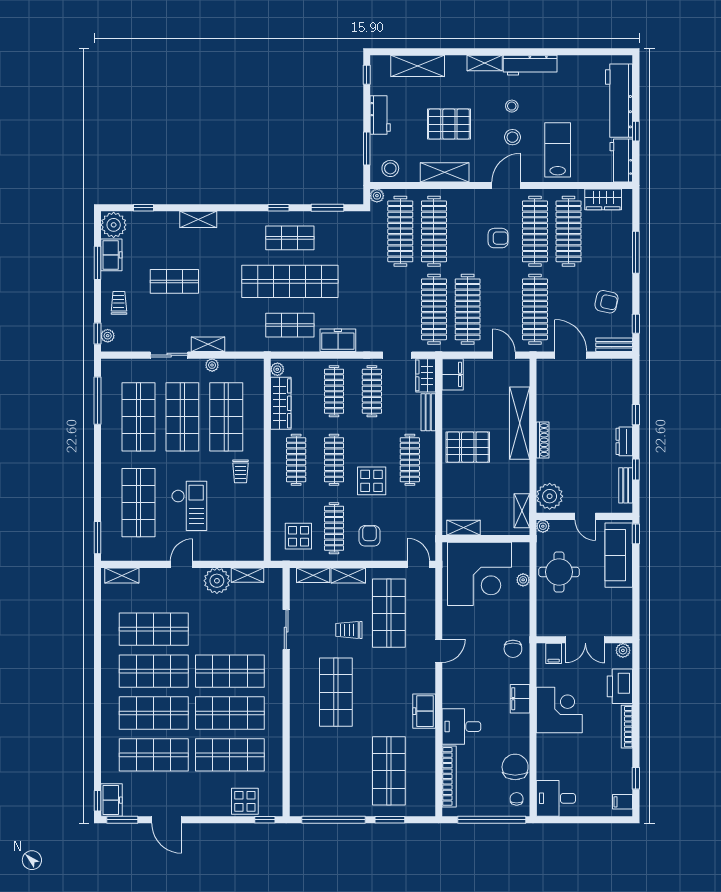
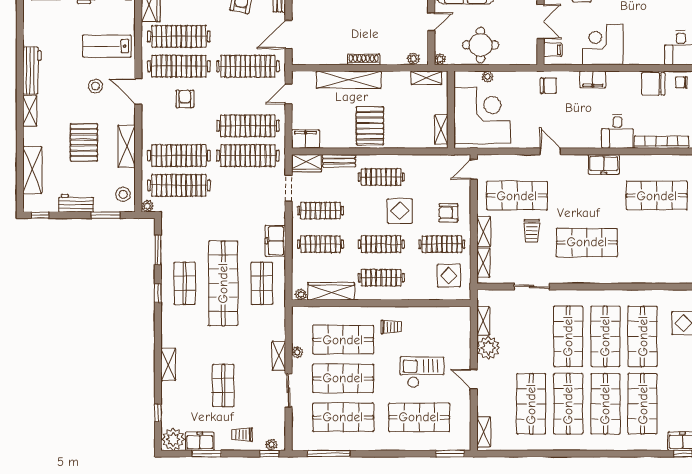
stool: (512, 106) -> (68, 87), removed
plant: (550, 496) -> (413, 59), width x0.53, depth x0.53

